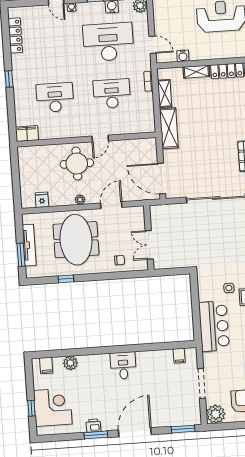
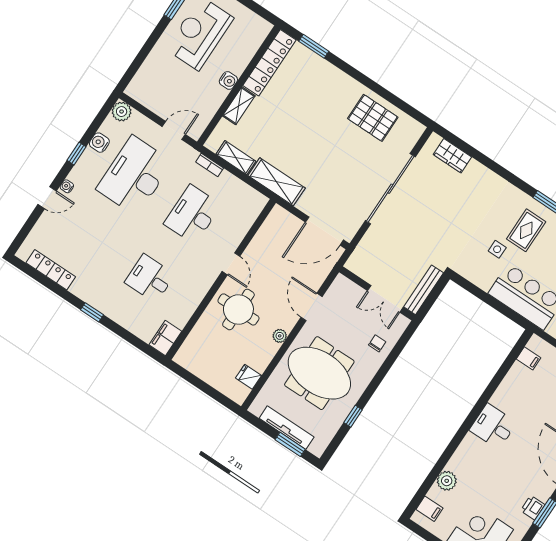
water cooler: (183, 56) -> (228, 81), moved
desk: (55, 98) -> (150, 278), width x0.73
bench: (172, 263) -> (424, 290), added

